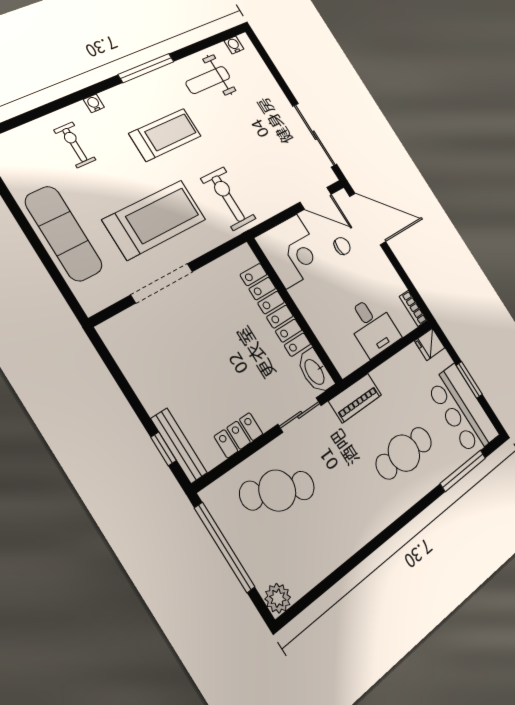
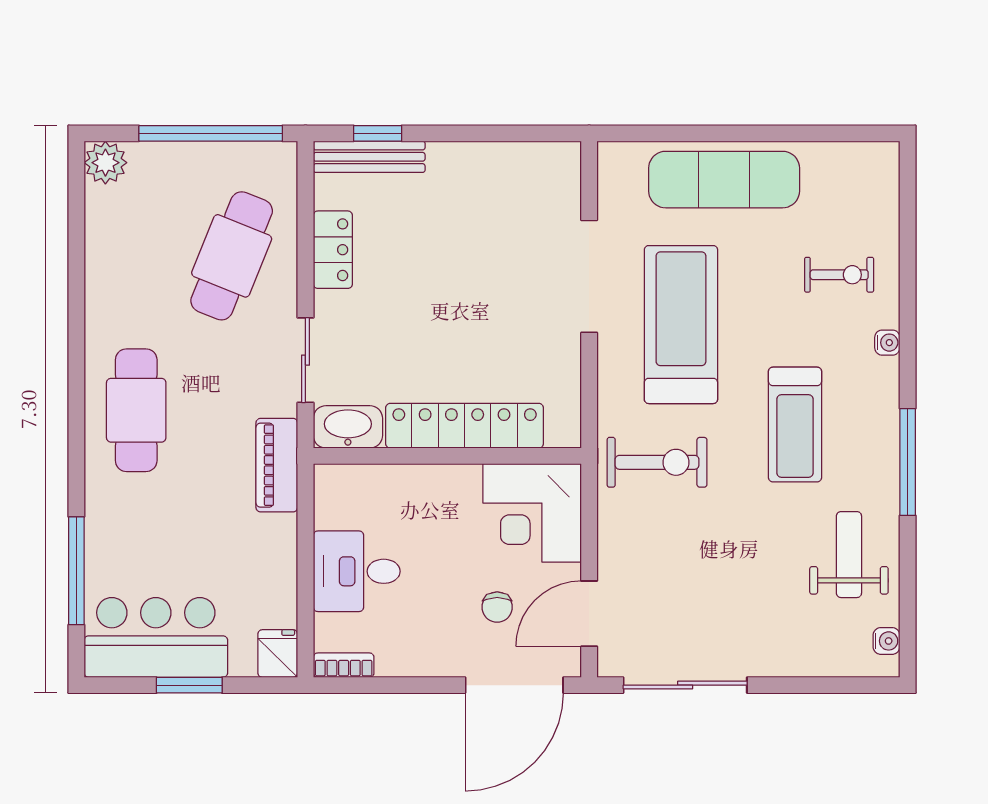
treadmill: (155, 220) -> (681, 325), turned 180
cafe table: (404, 453) -> (136, 410), moved

